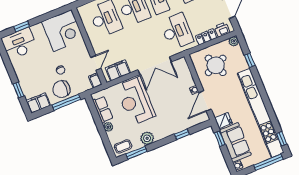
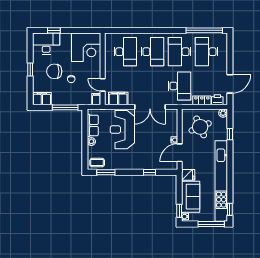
door: (96, 63) -> (103, 85), swing flipped
chair: (61, 89) -> (54, 71), moved
window: (19, 90) -> (30, 70), moved
plant: (147, 138) -> (120, 164), removed
window: (220, 139) -> (179, 211), moved

